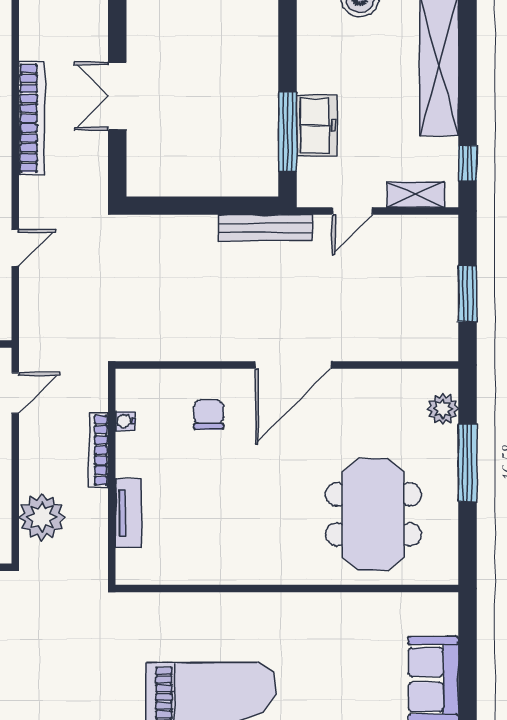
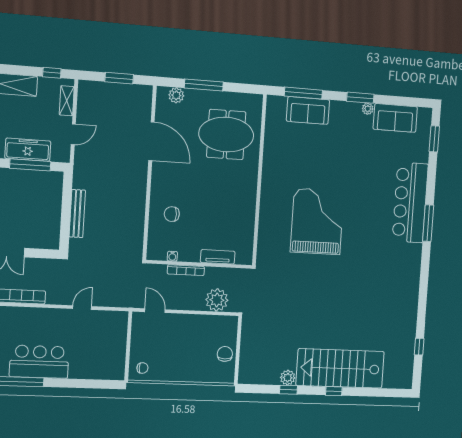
freezer: (316, 125) -> (28, 150), width x1.40
door: (352, 211) -> (73, 134), hinge flipped
bench: (265, 228) -> (77, 214), moved
door: (15, 248) -> (82, 308), hinge flipped
door: (293, 365) -> (151, 141), moved
window: (468, 667) -> (303, 93), added

